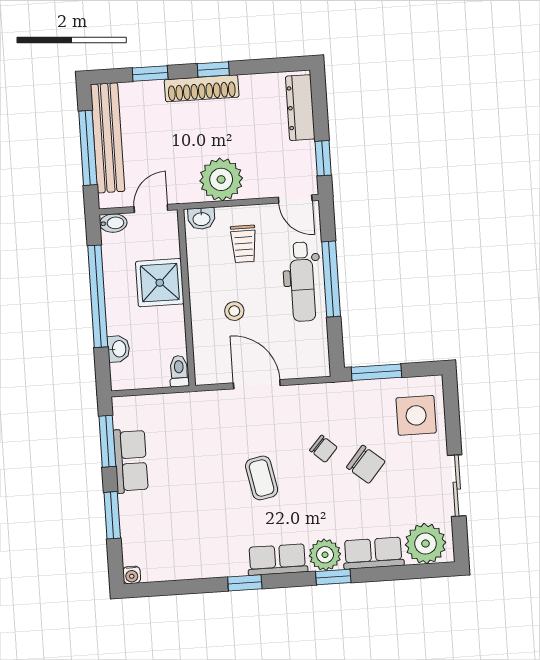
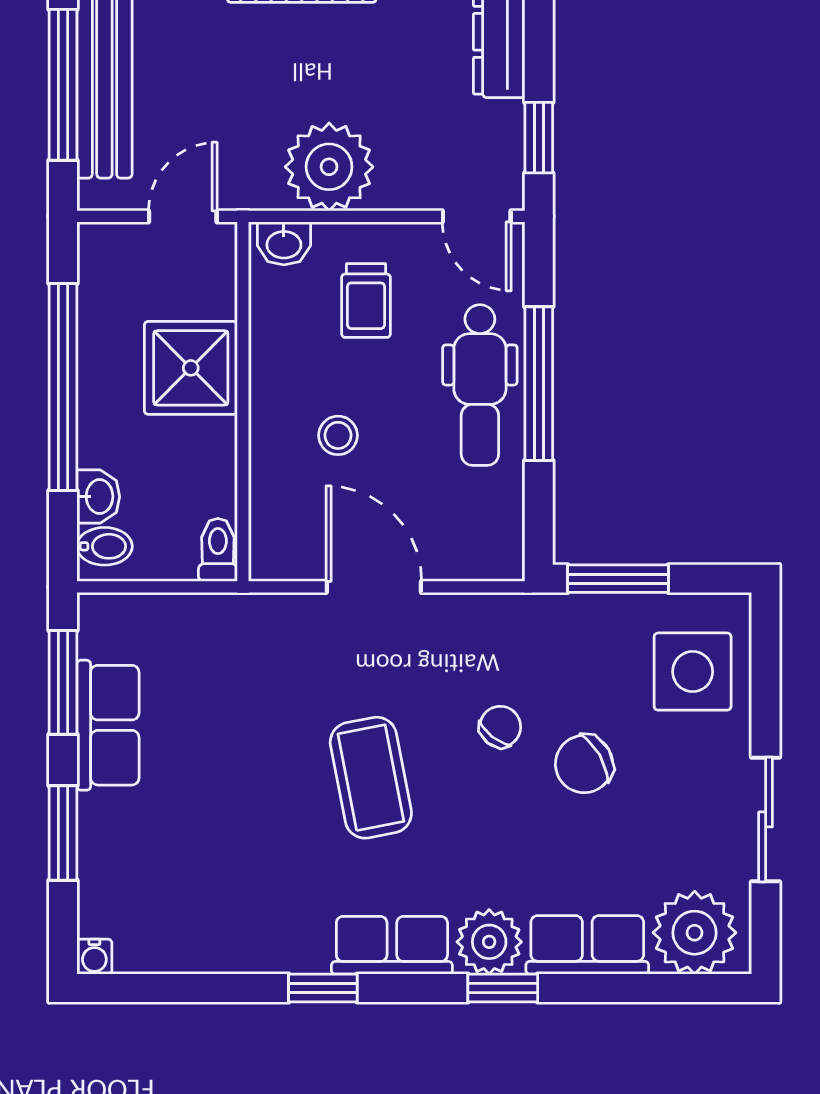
bidet: (113, 223) -> (105, 546), moved
chair: (323, 449) -> (500, 727), turned -94
chair: (366, 464) -> (584, 764), turned 110
coffee table: (262, 478) -> (371, 778), width x1.36, depth x1.30

